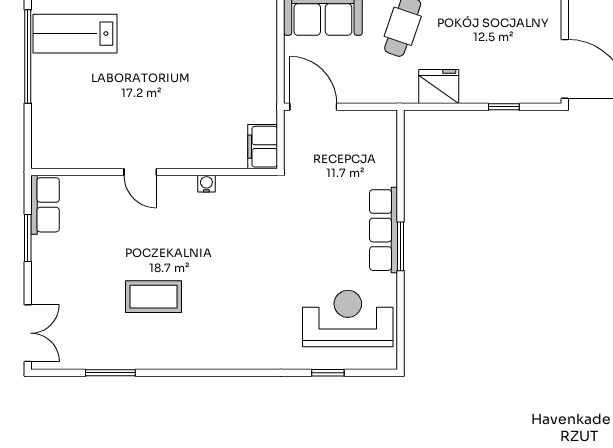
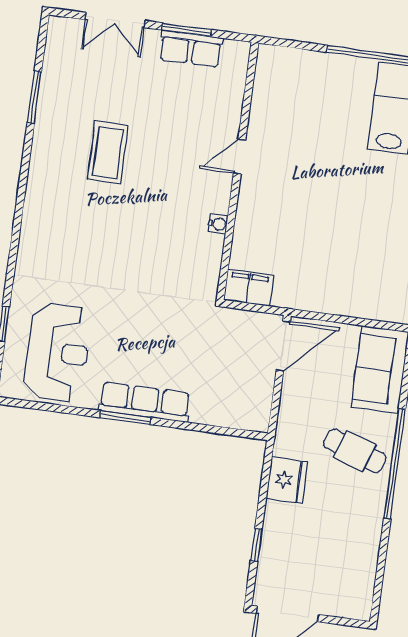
row of seats: (45, 205) -> (191, 49), moved
double door: (28, 333) -> (115, 20), moved

